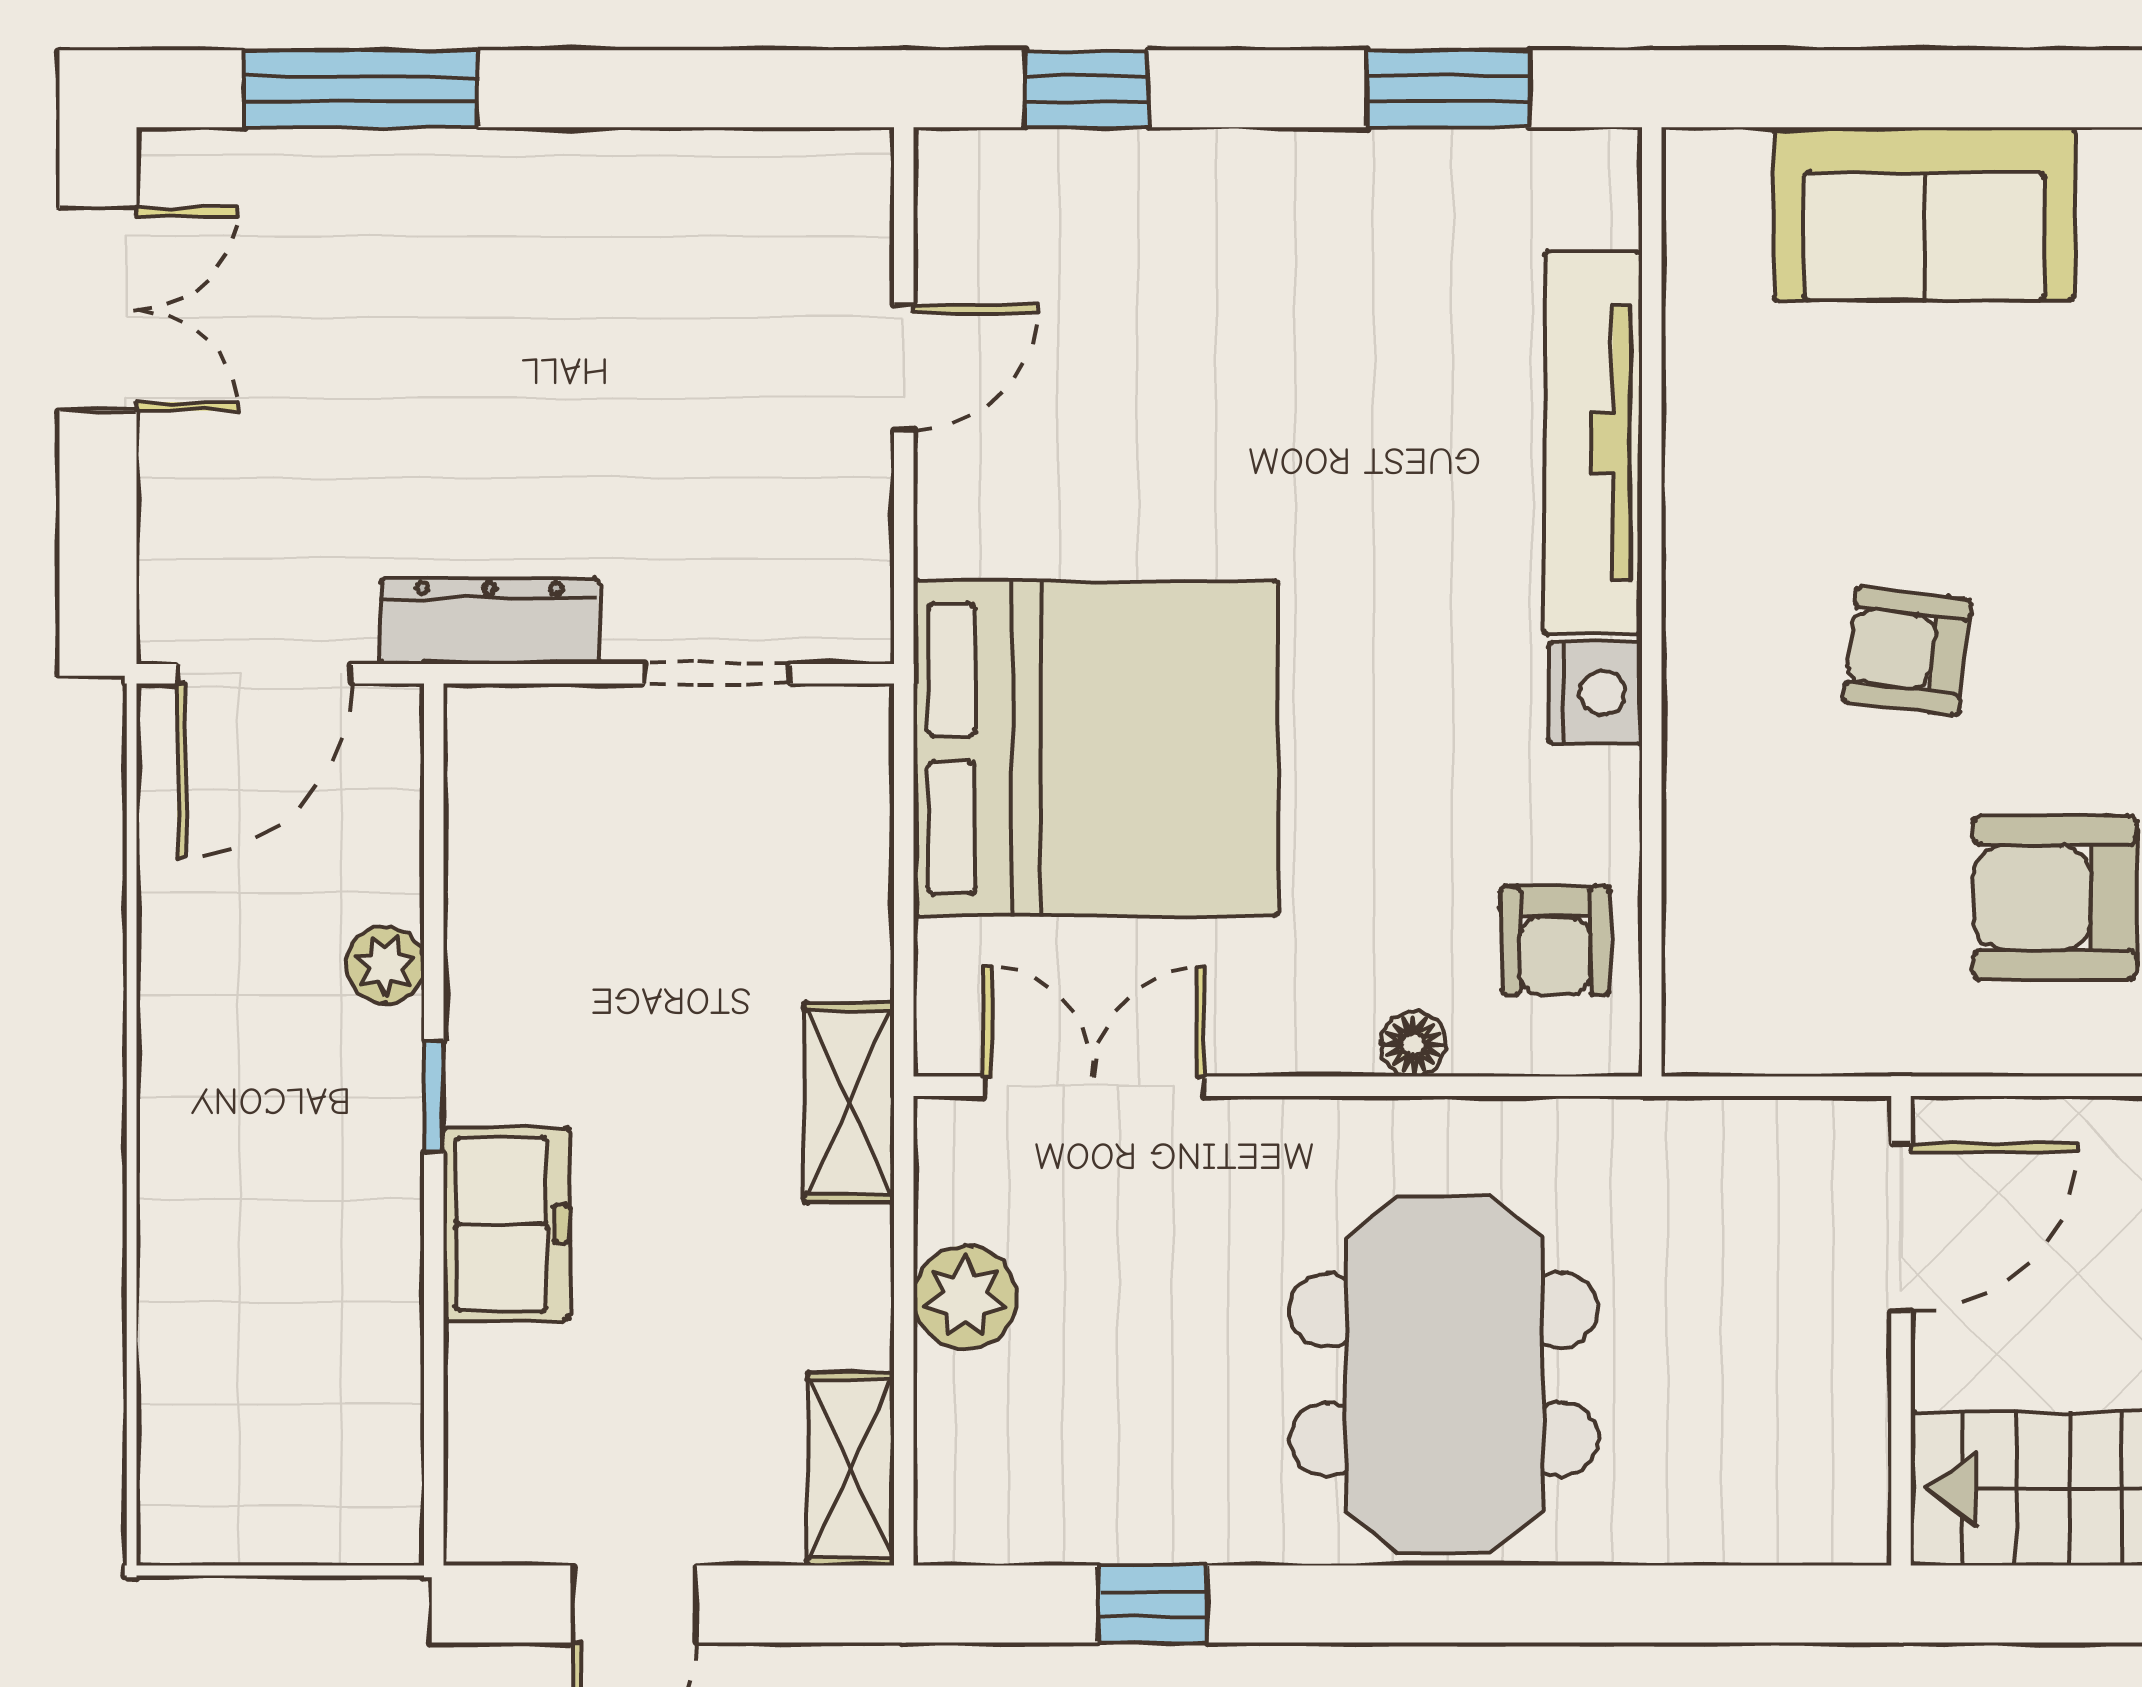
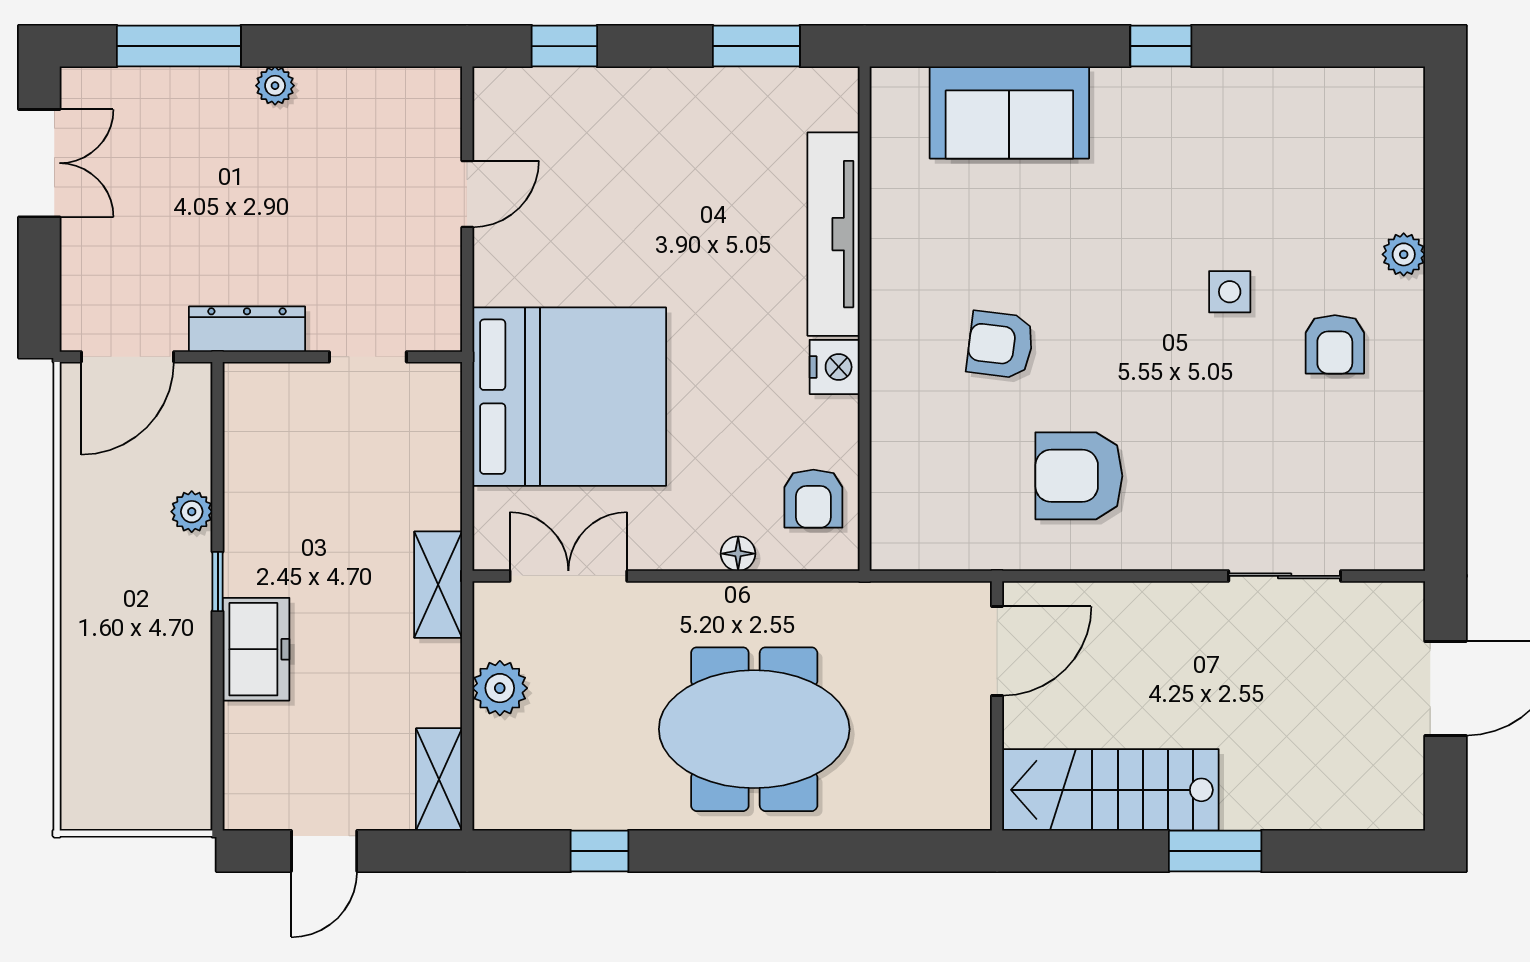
plant: (542, 163) -> (275, 86), added
meeting table: (1444, 1375) -> (754, 729), turned 90

